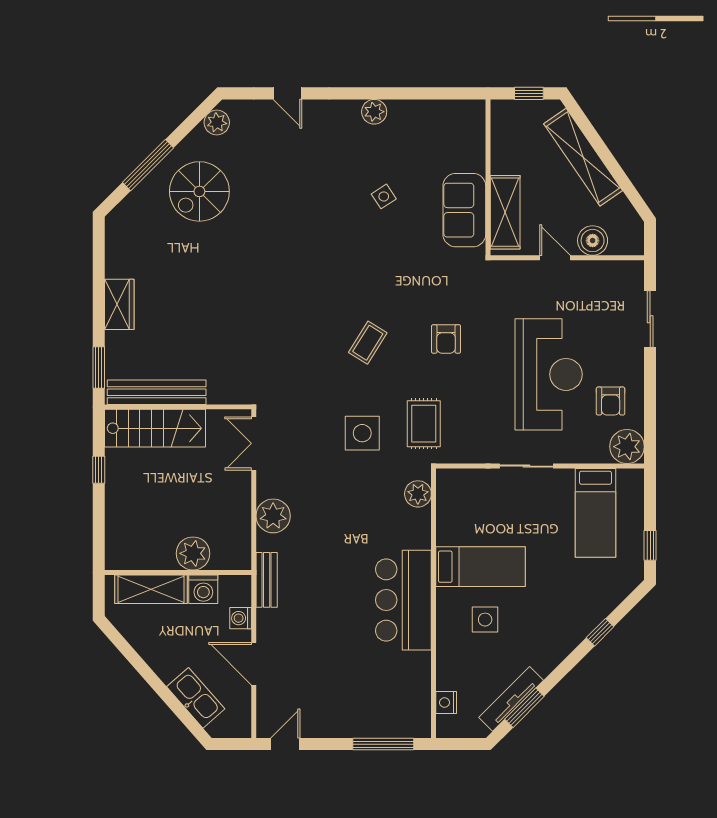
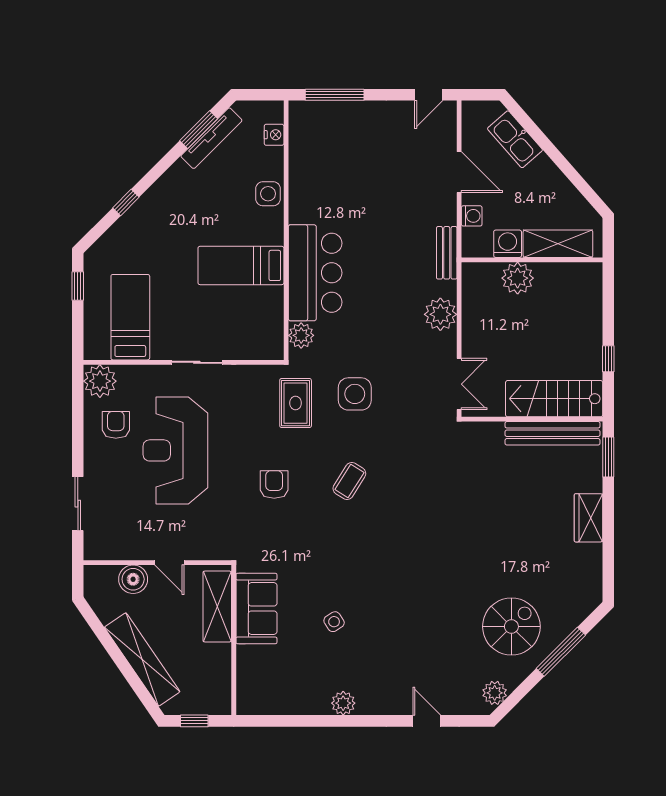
bar counter: (403, 600) -> (315, 273), moved
side table: (485, 620) -> (268, 194), moved

